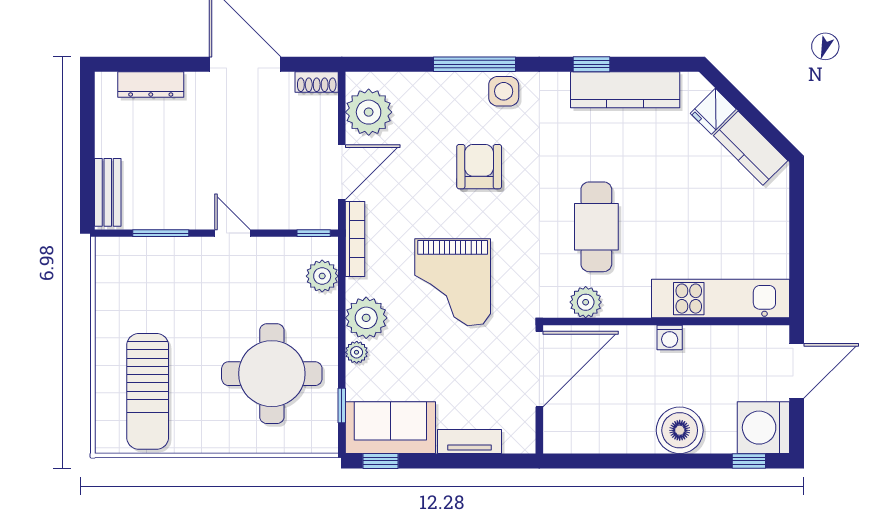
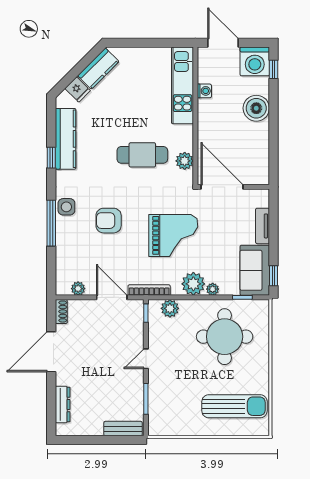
plant: (369, 112) -> (78, 289), width x0.53, depth x0.53
washing machine: (670, 338) -> (204, 91), moved

